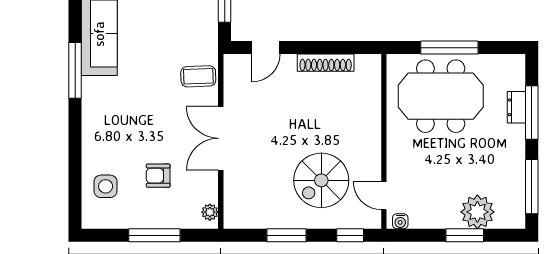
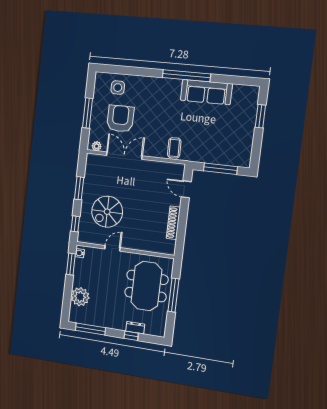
window: (75, 70) -> (186, 76), width x1.46
window: (532, 113) -> (131, 336), width x0.46
double door: (221, 138) -> (124, 156), moved
armchair: (158, 176) -> (120, 119), width x1.88, depth x1.88
spiral stairs: (321, 180) -> (107, 212), turned -90
door: (384, 196) -> (112, 248), moved
window: (465, 235) -> (71, 264), moved

